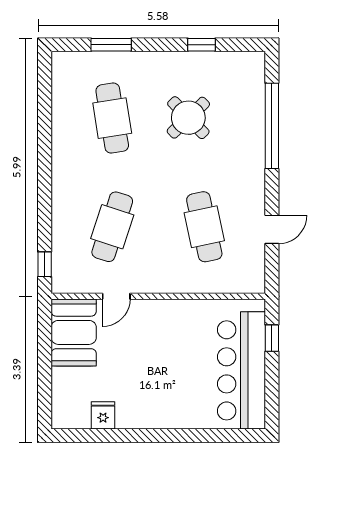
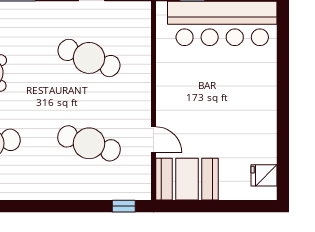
cafe table: (204, 227) -> (89, 58), turned 33
fridge: (103, 415) -> (264, 175), moved

